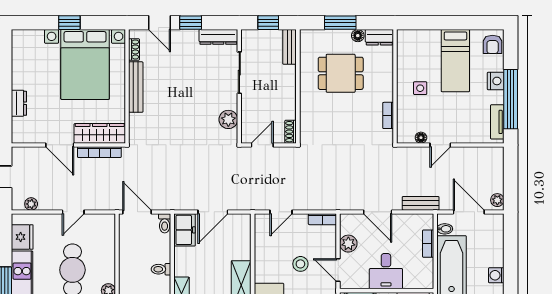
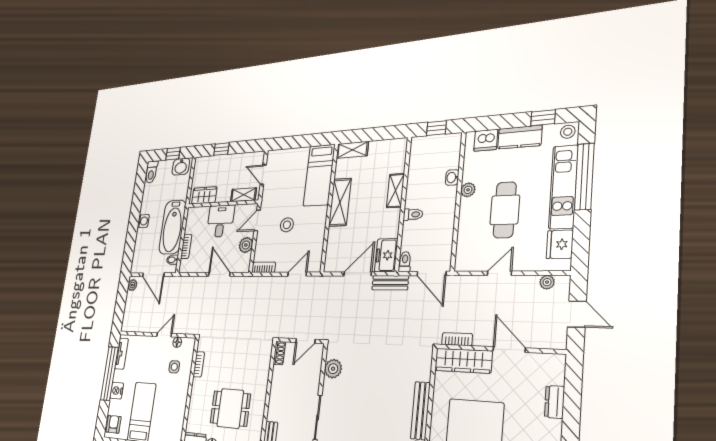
side table: (420, 88) -> (174, 367), moved
bookcase: (99, 152) -> (457, 339), width x0.64
bench: (421, 203) -> (390, 283), moved
door: (338, 270) -> (257, 220), swing flipped

